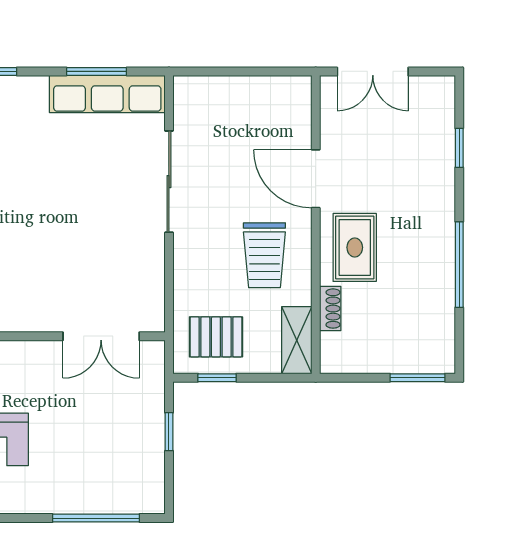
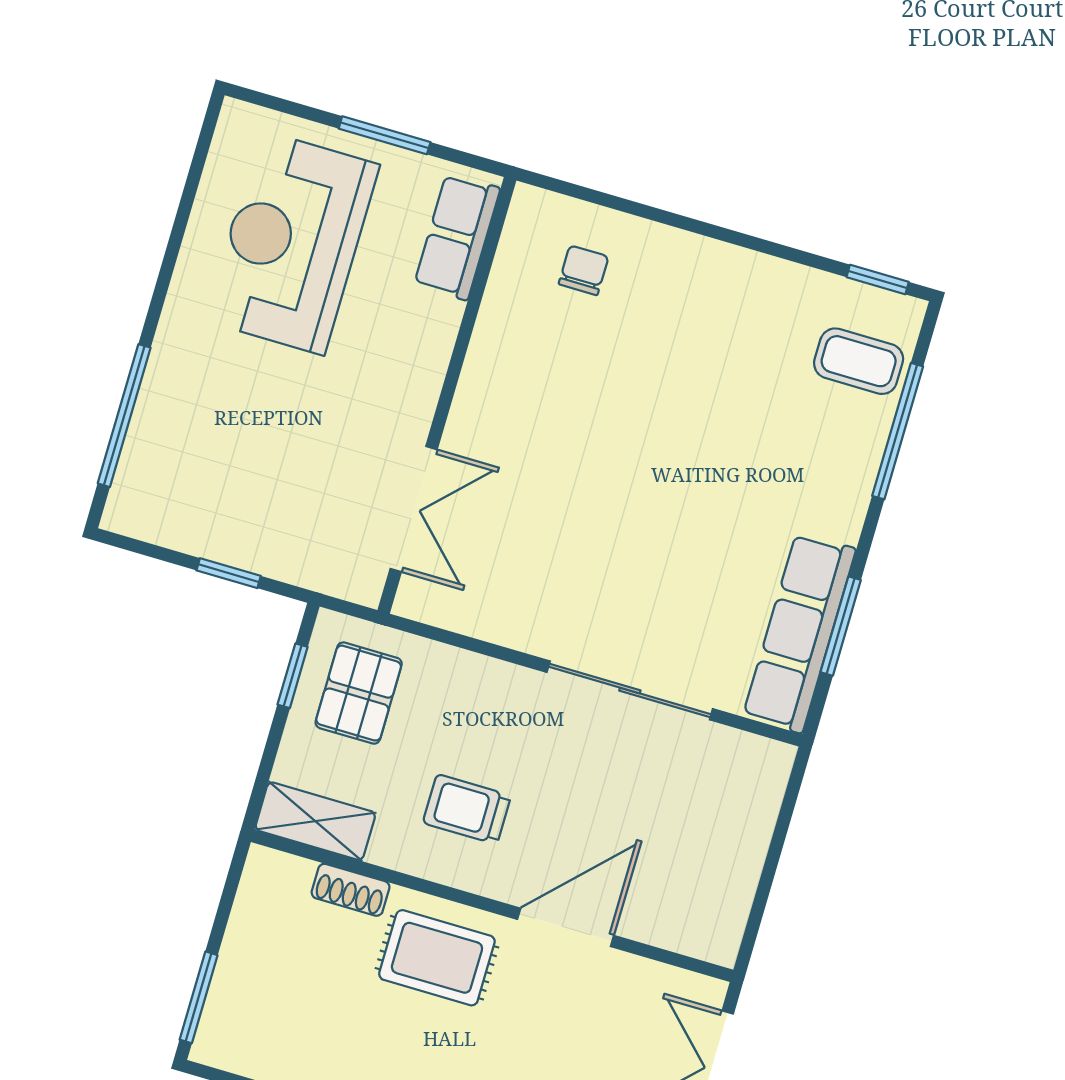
trolley: (264, 255) -> (467, 809), width x0.73, depth x0.72
double door: (101, 336) -> (414, 509), swing flipped

